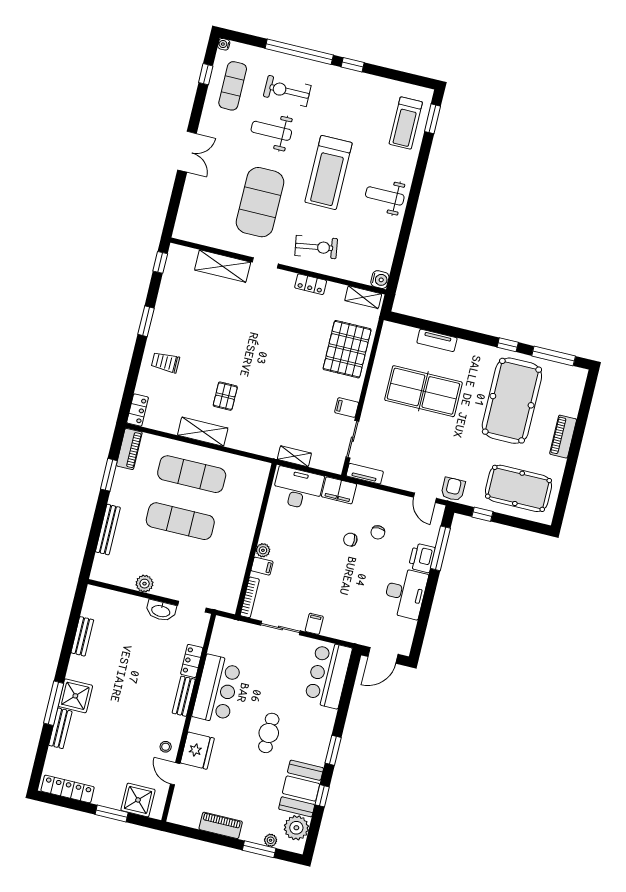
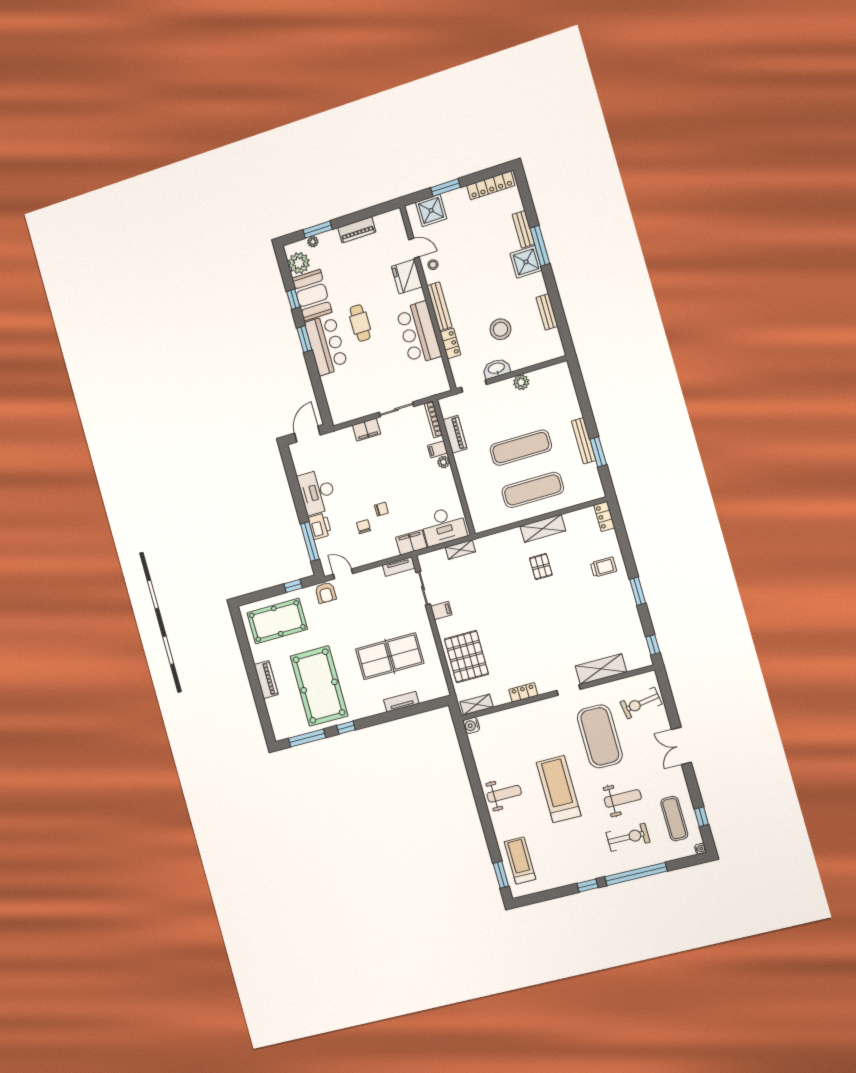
exercise bike: (316, 247) -> (641, 703), moved
piano: (129, 449) -> (455, 434), moved, turned 180
bench: (108, 530) -> (584, 441), moved
filing cabinet: (314, 624) -> (367, 430), width x2.00
stool: (136, 646) -> (500, 329), added
bar counter: (328, 675) -> (326, 345), moved
bench: (184, 696) -> (439, 306), width x1.36

